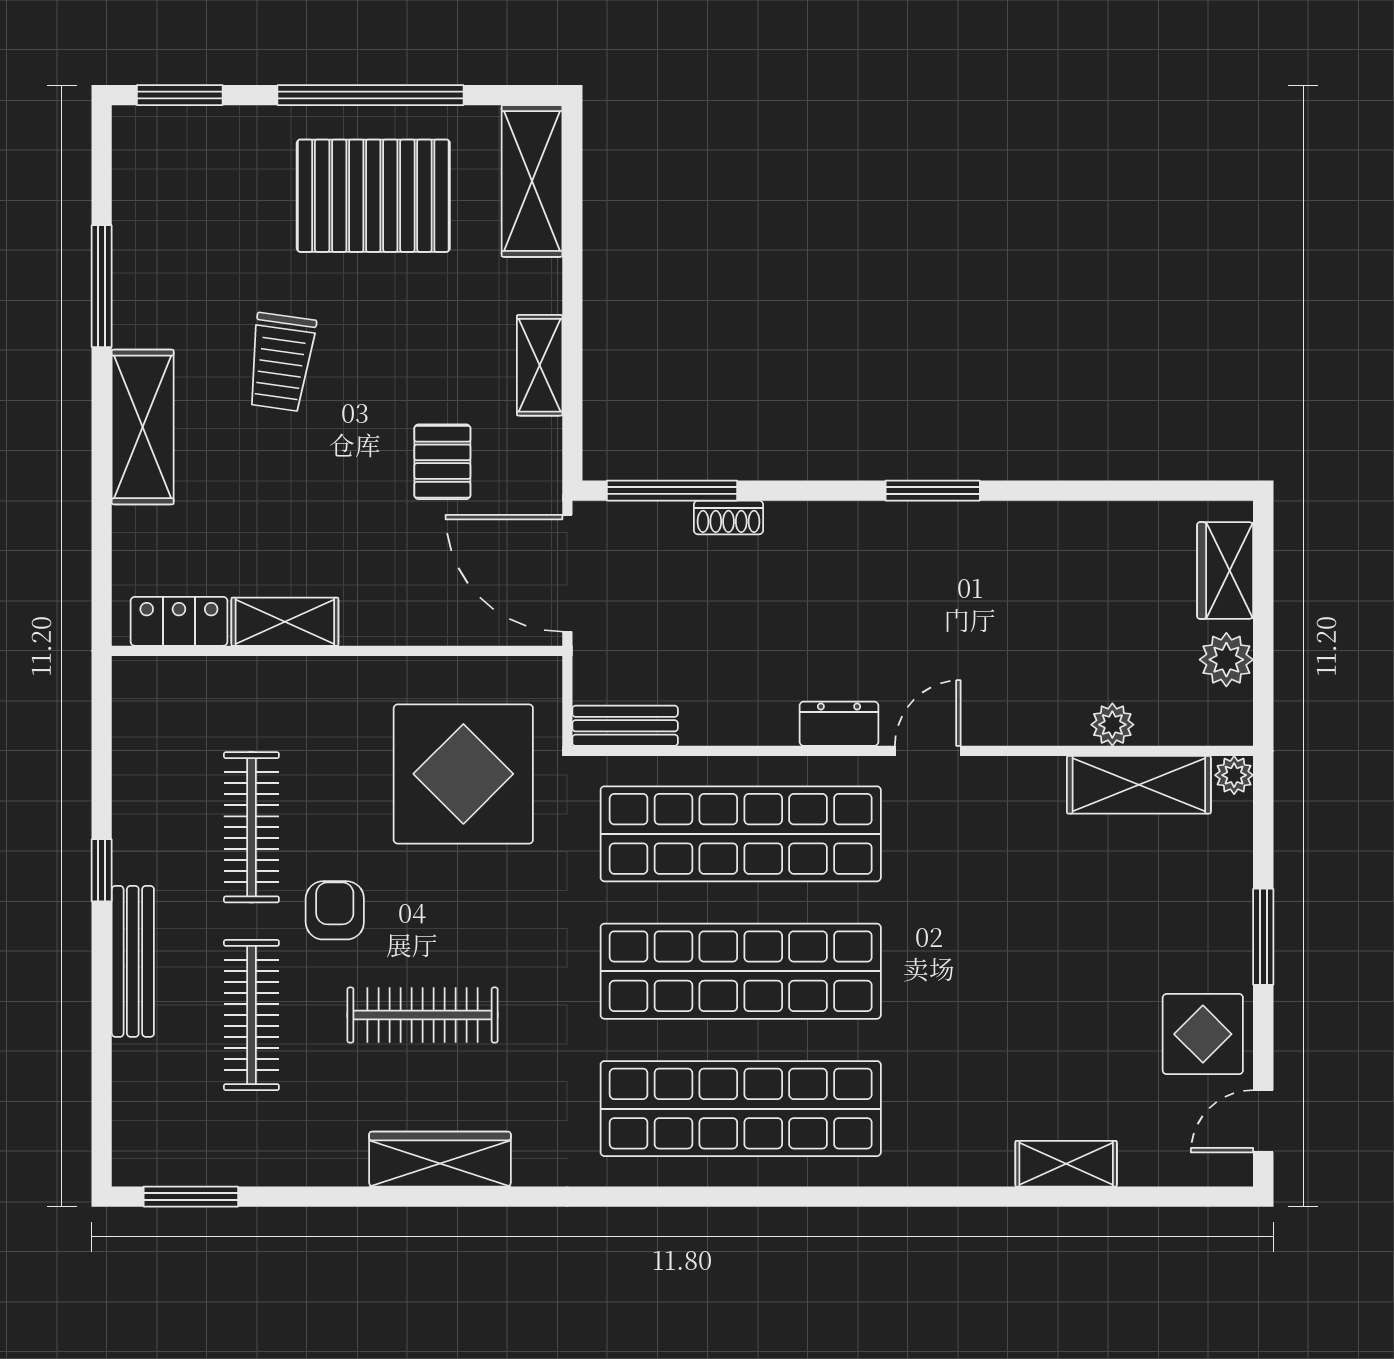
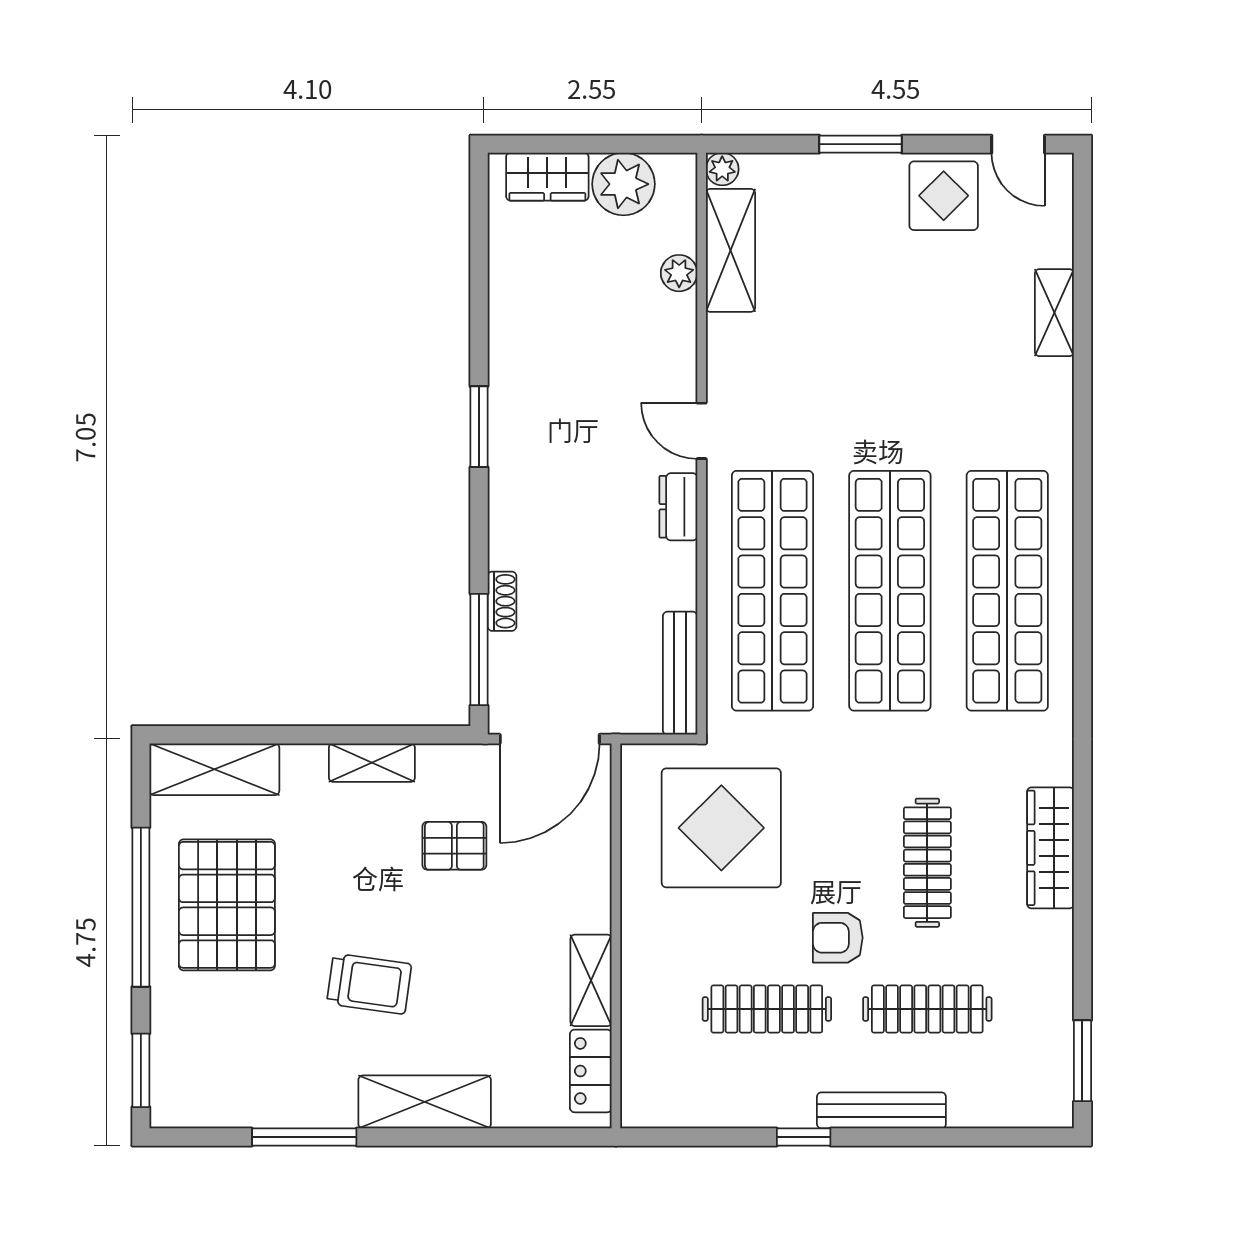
plant: (1226, 660) -> (623, 184), width x1.36, depth x1.36
bench: (625, 726) -> (680, 673), width x1.36

